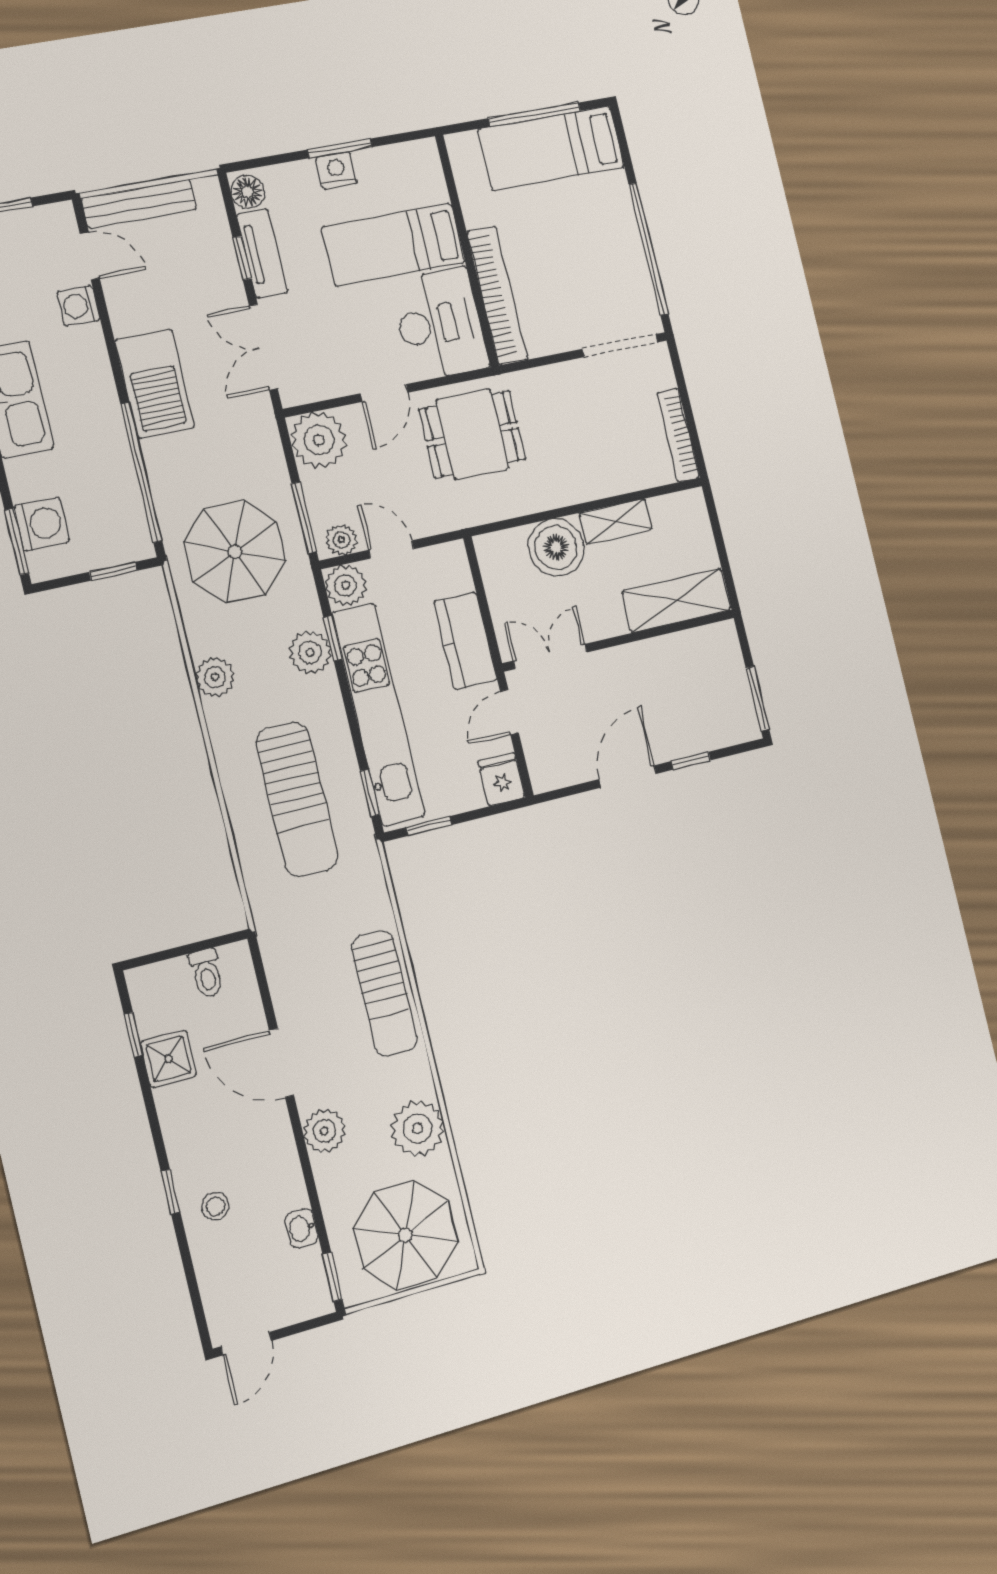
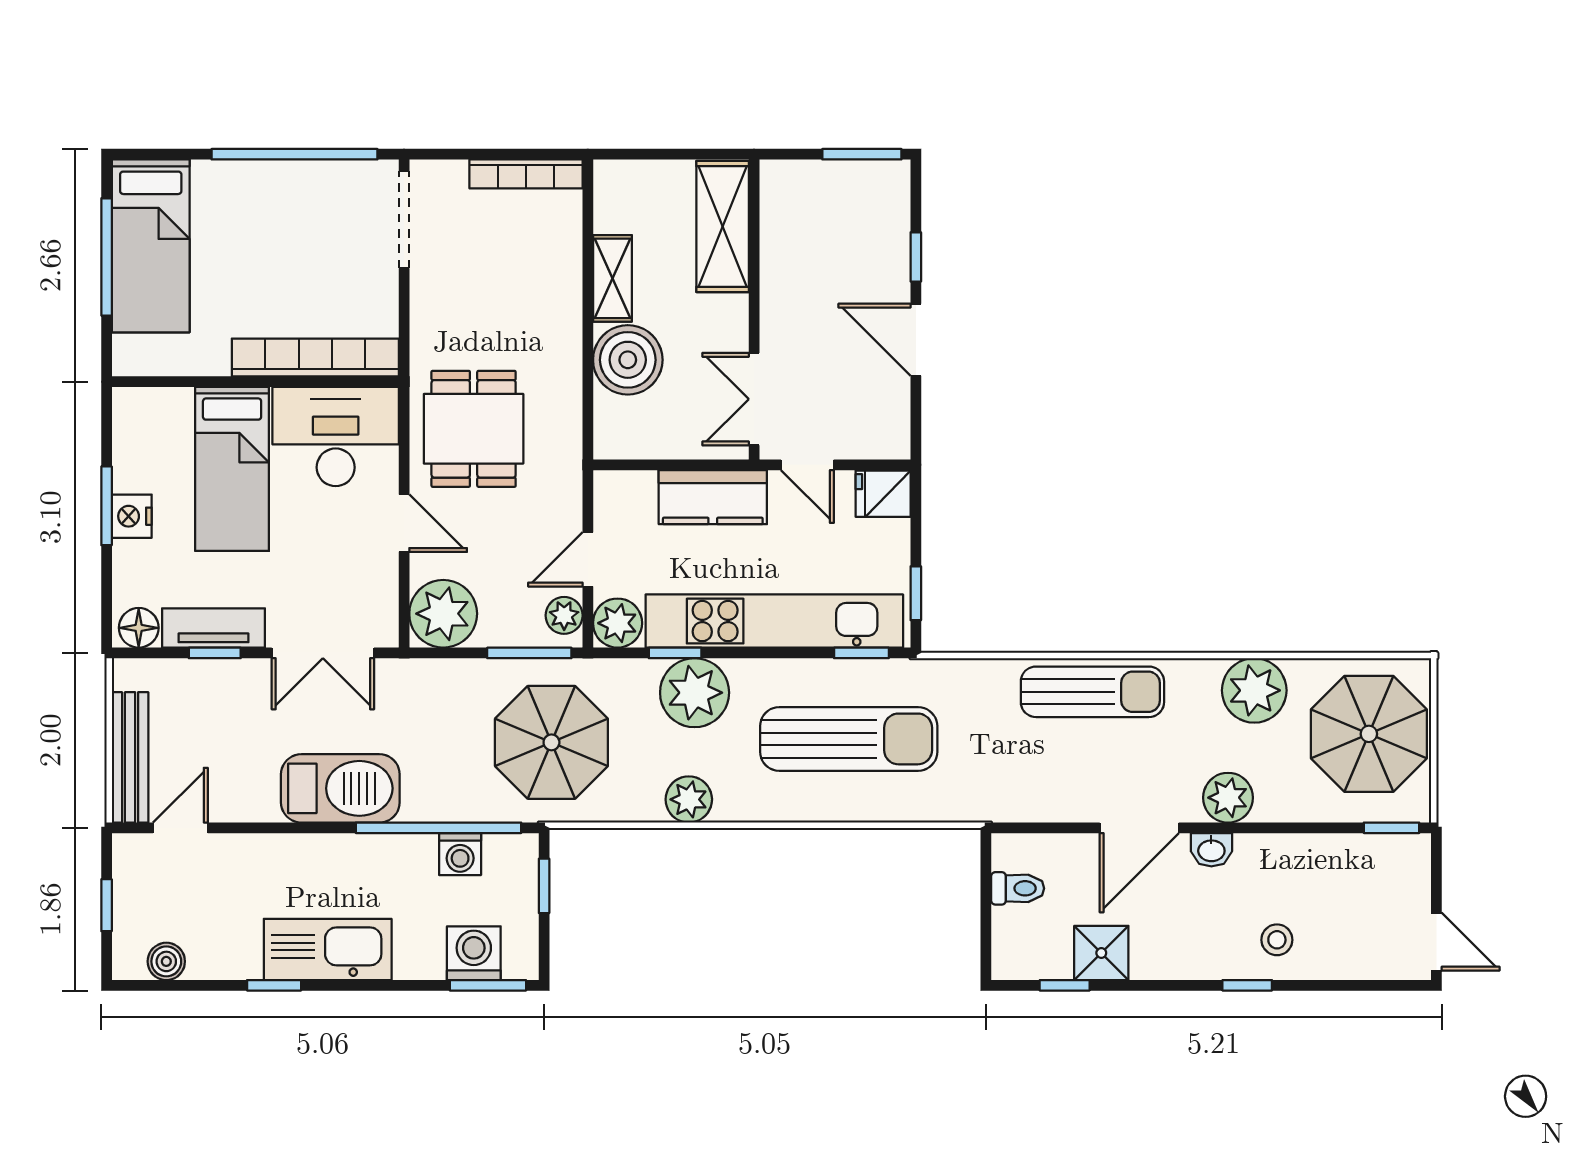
washing machine: (78, 306) -> (460, 854), moved
plant: (310, 652) -> (695, 693), width x1.36, depth x1.36
washbasin: (301, 1228) -> (1211, 850), moved

